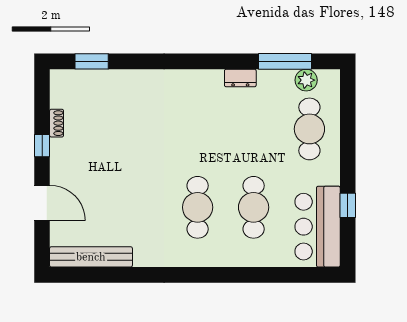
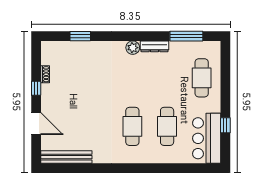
window: (92, 61) -> (80, 36), moved
dresser: (240, 78) -> (155, 46), width x1.44
plant: (306, 80) -> (133, 48), moved

